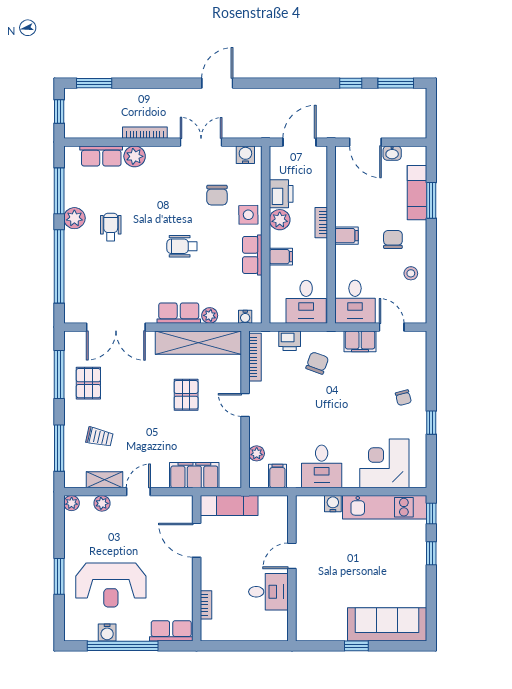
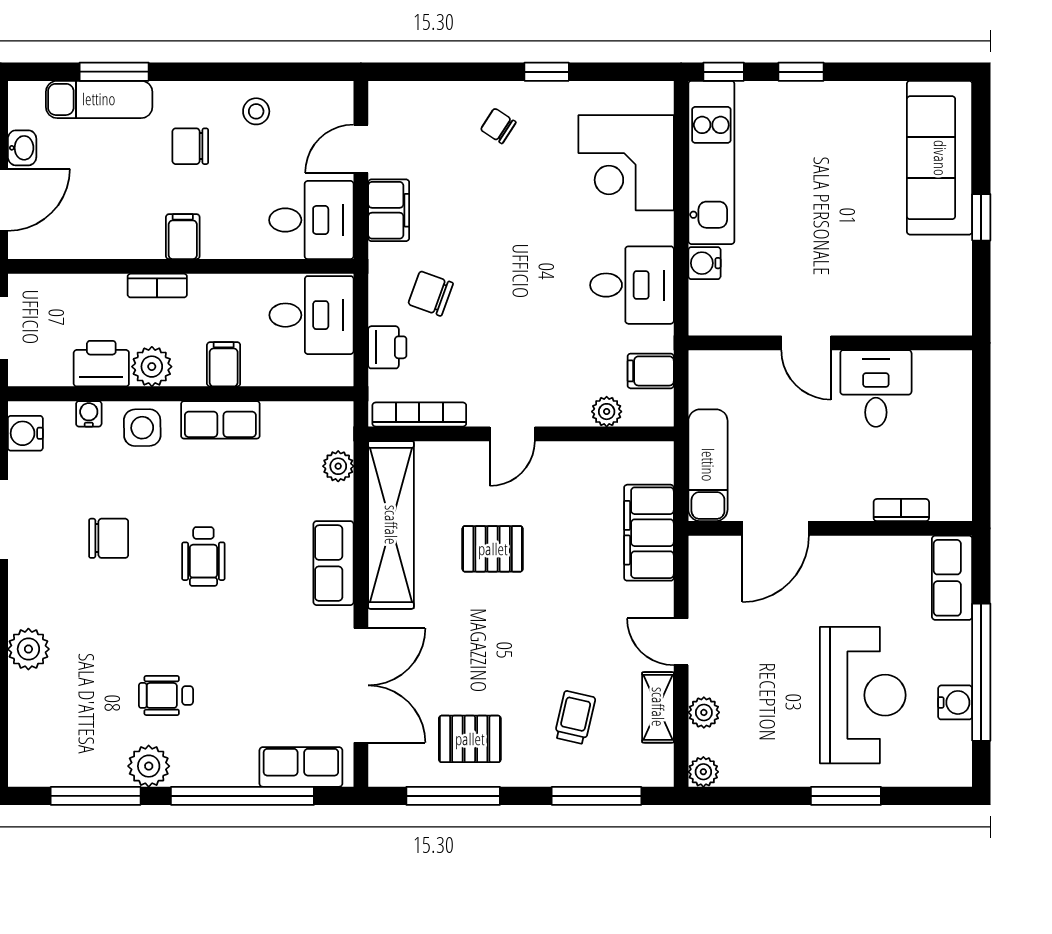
row of seats: (101, 156) -> (301, 767), moved, turned -90
chair: (217, 195) -> (109, 538), moved
plant: (210, 315) -> (338, 466), moved
water cooler: (245, 317) -> (89, 414), moved, turned -90
chair: (403, 398) -> (498, 126), turned -132

